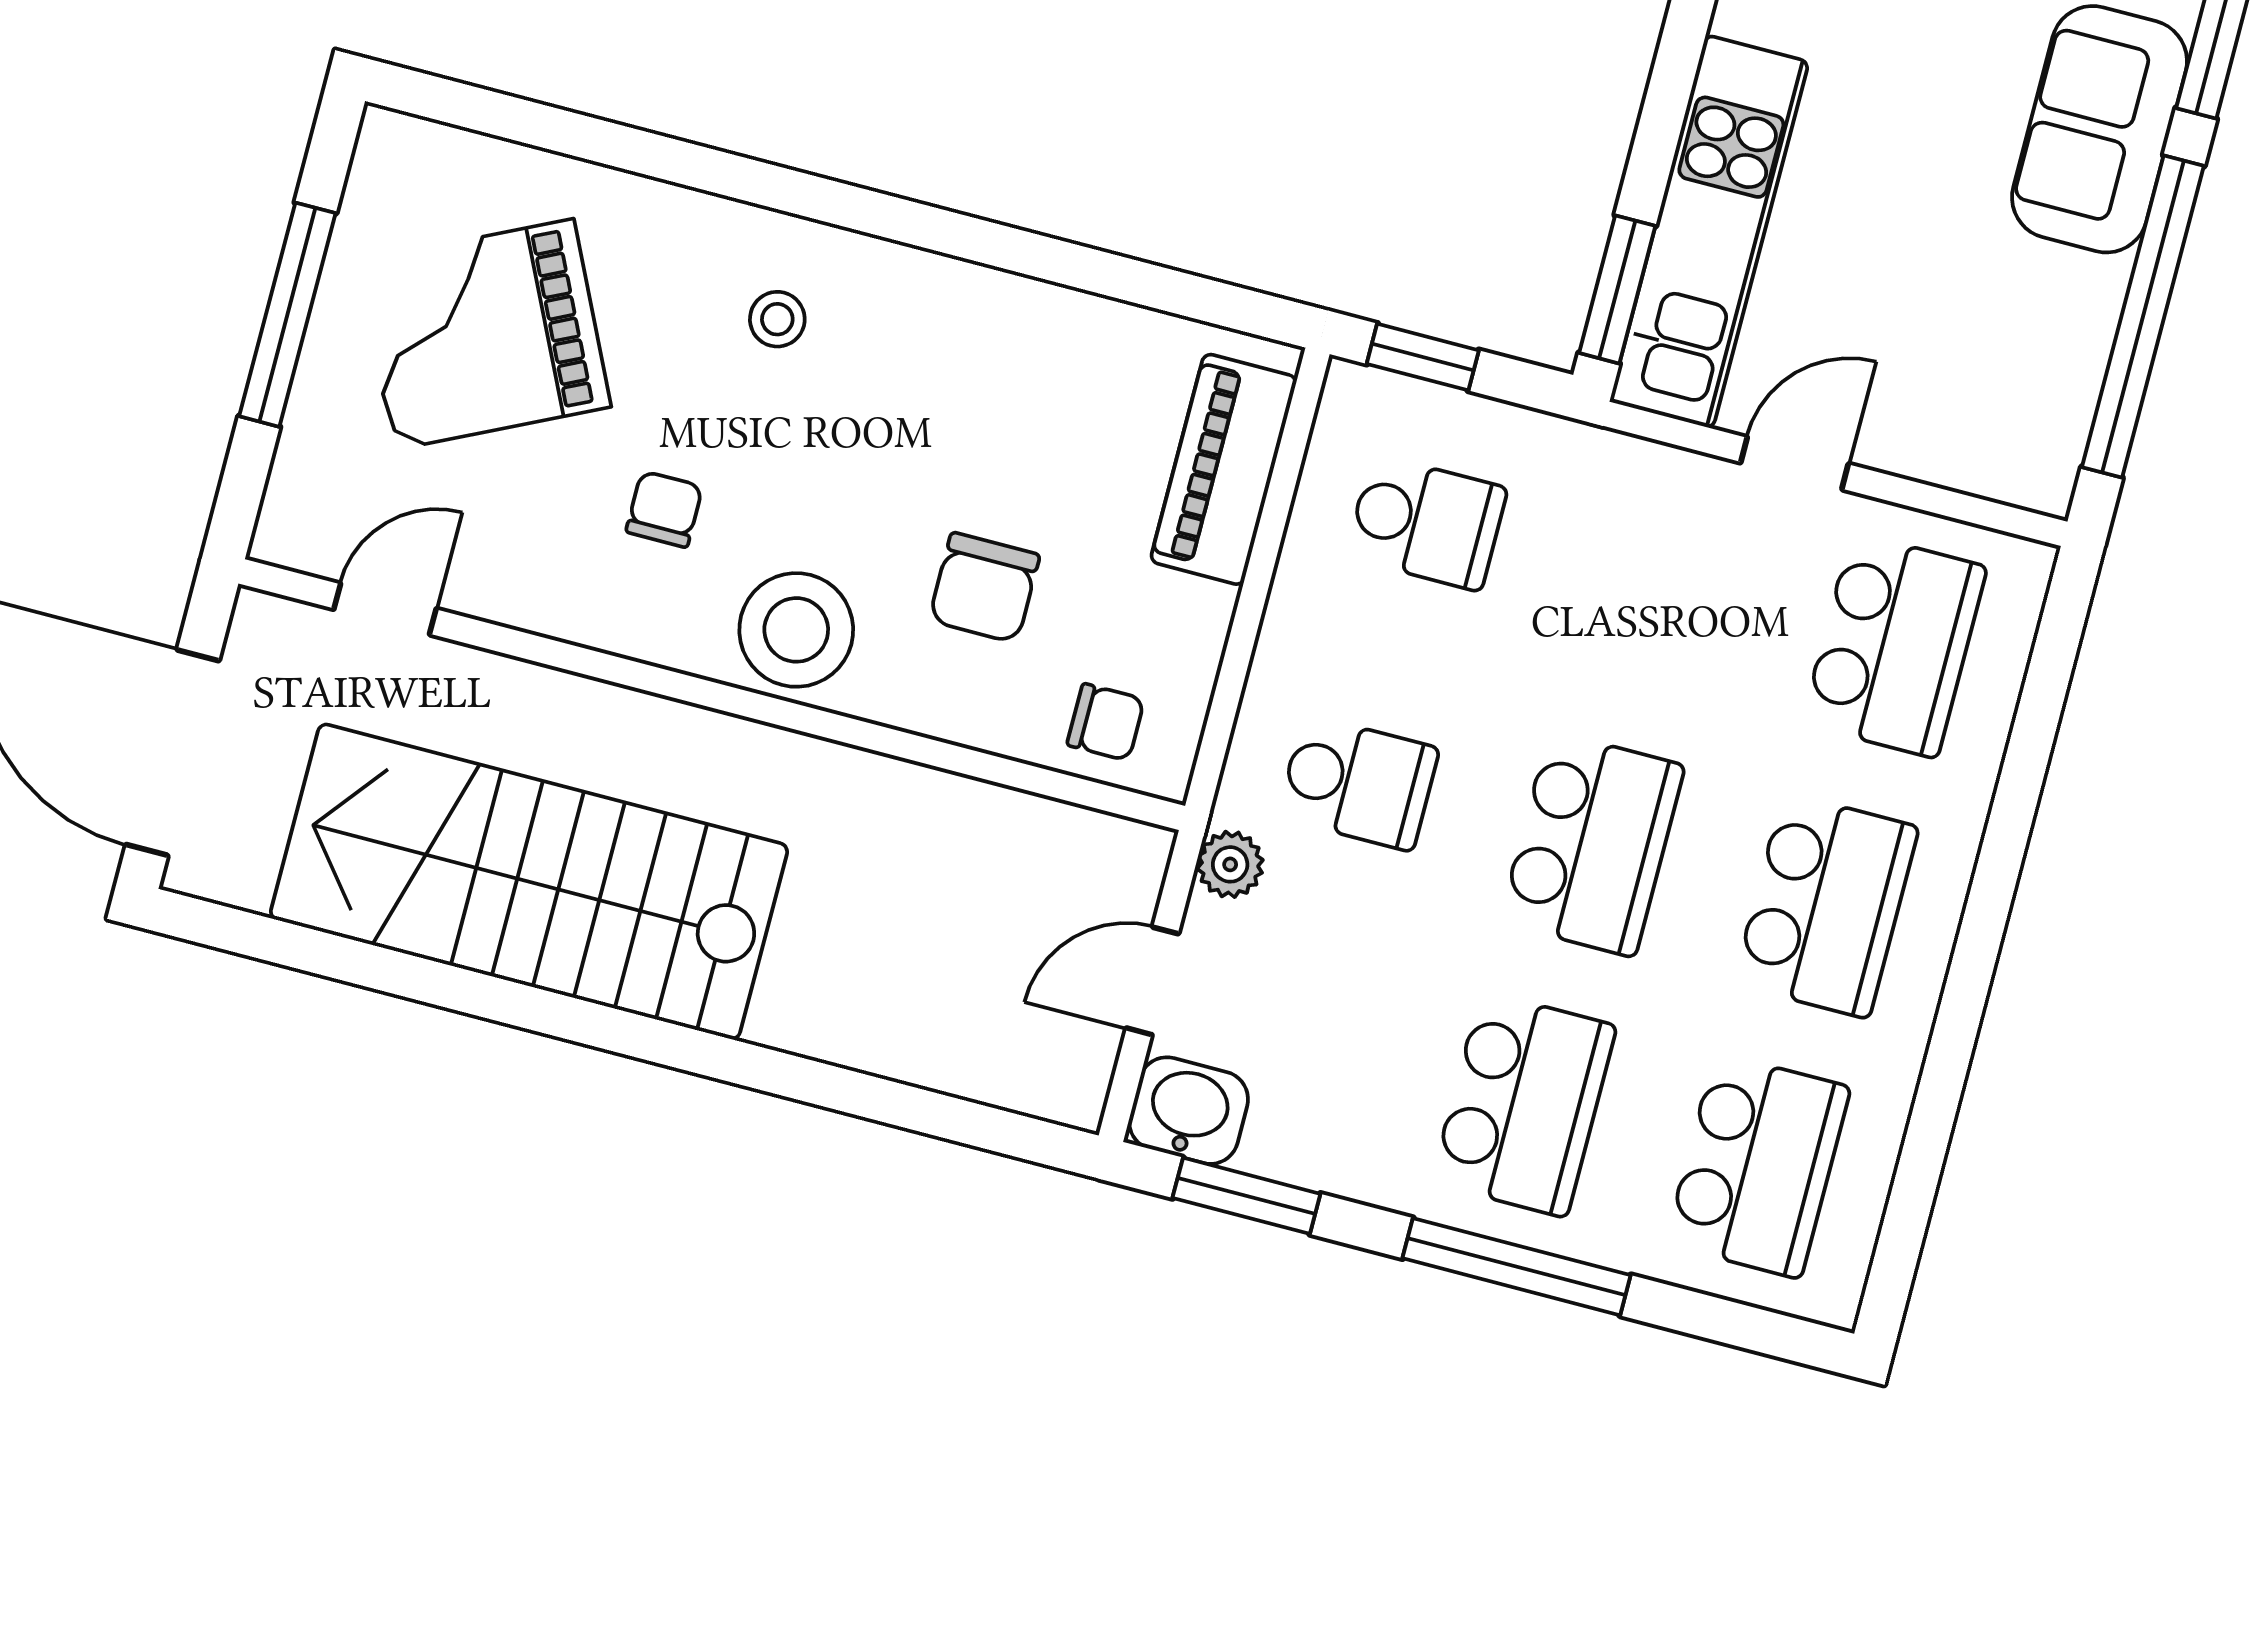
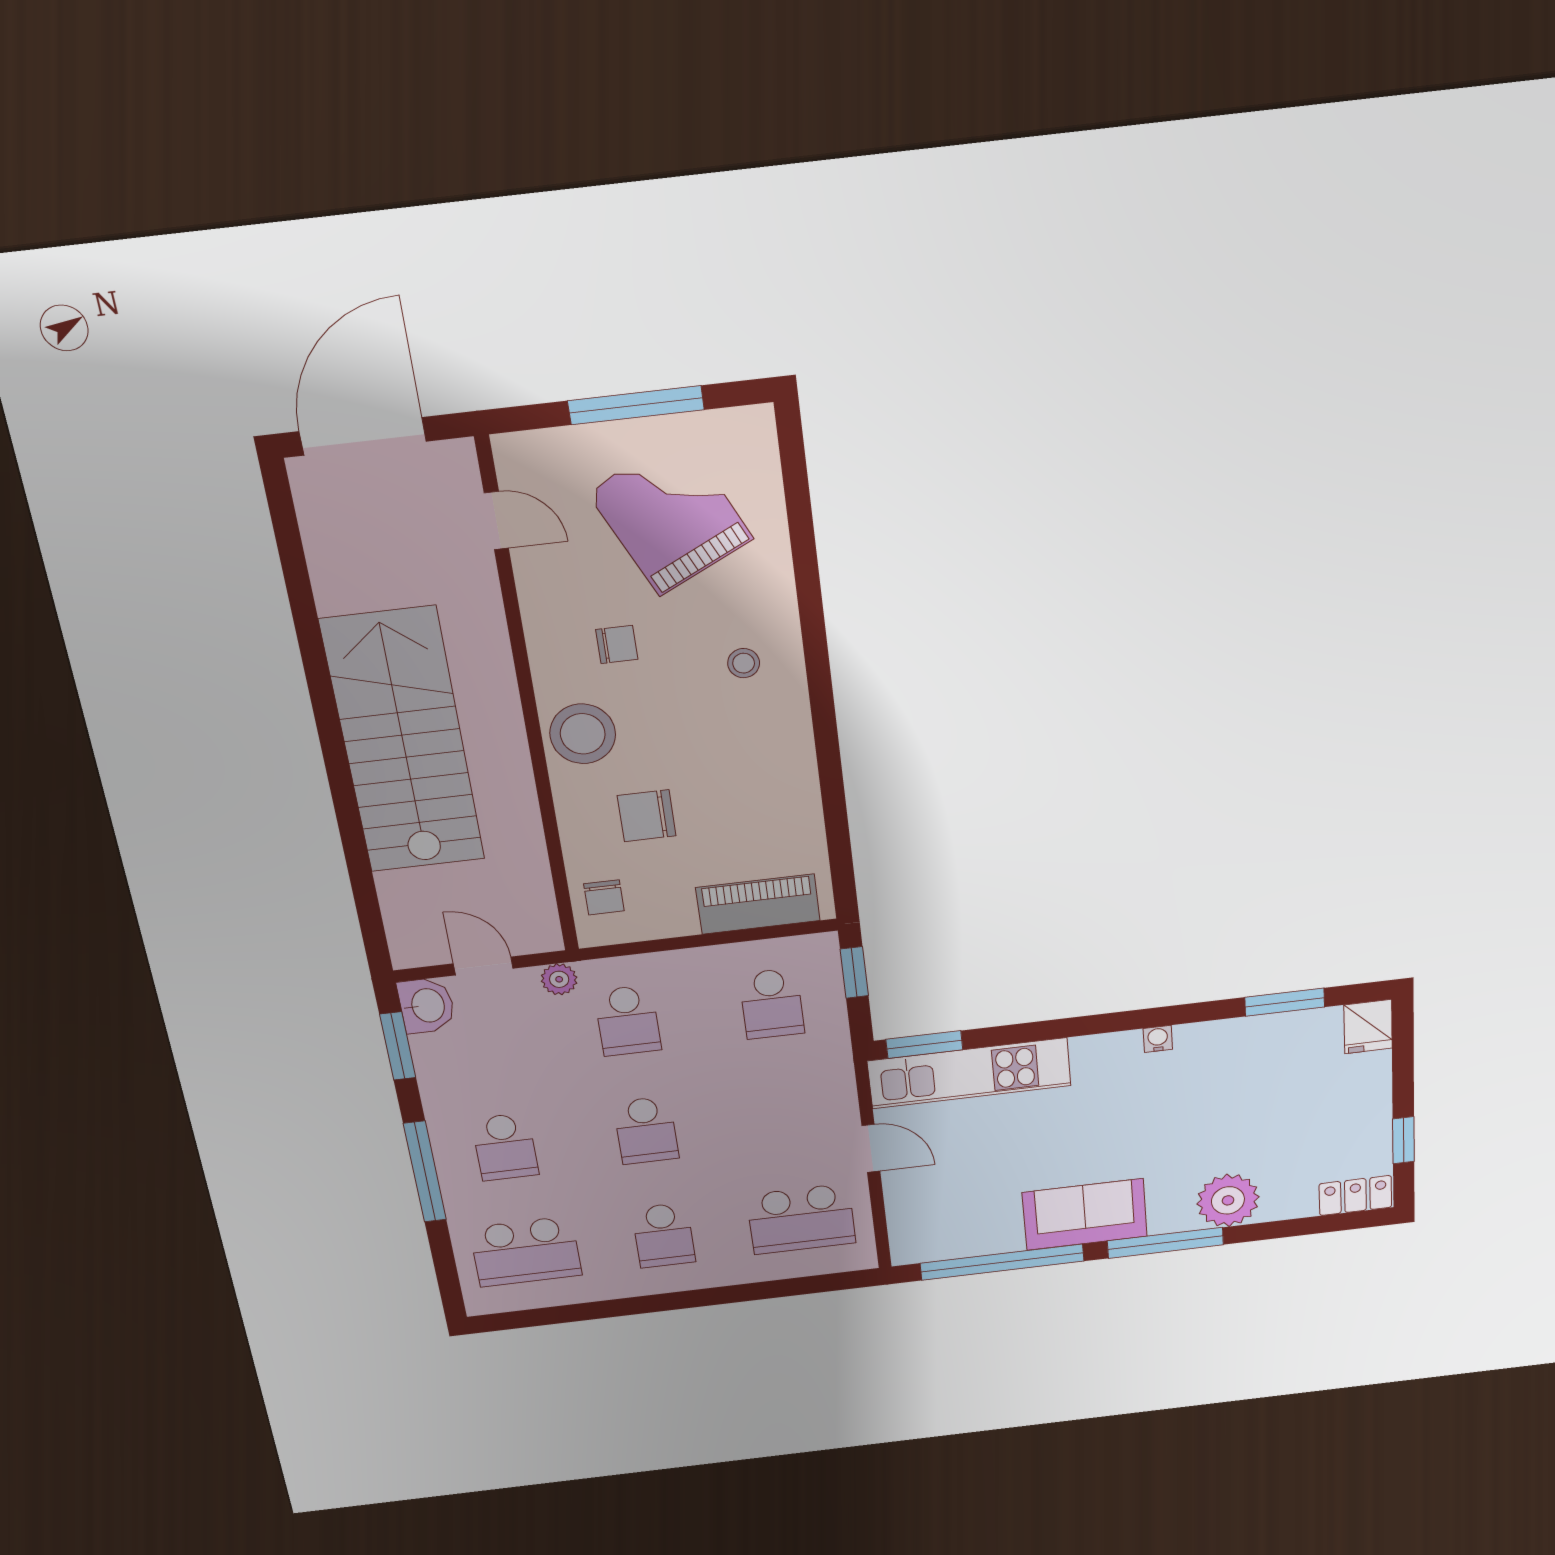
school desk: (1592, 844) -> (646, 1130), width x0.54
stairs: (529, 882) -> (403, 741), moved
school desk: (1826, 905) -> (664, 1235), width x0.54
school desk: (1524, 1104) -> (505, 1147), width x0.54

